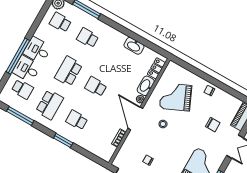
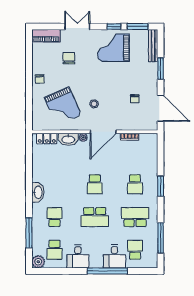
school desk: (88, 38) -> (54, 217), turned 180
washbasin: (134, 46) -> (38, 192), moved
desk: (37, 50) -> (78, 256), moved

